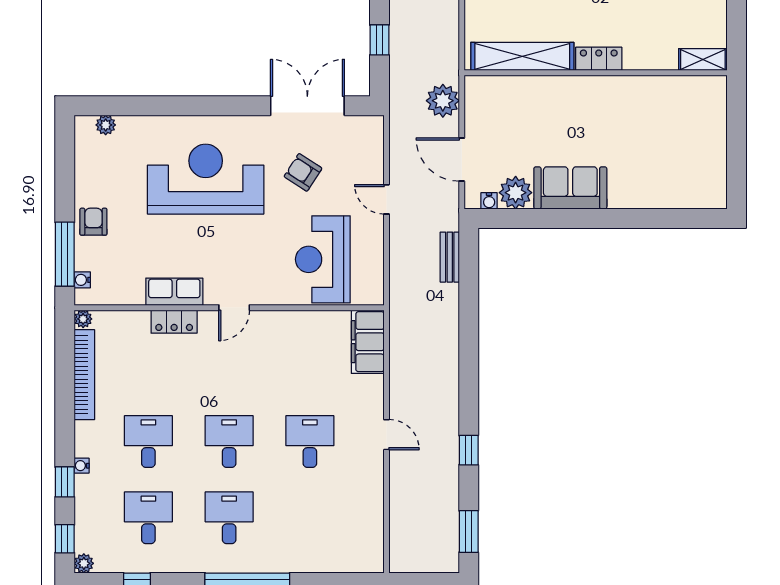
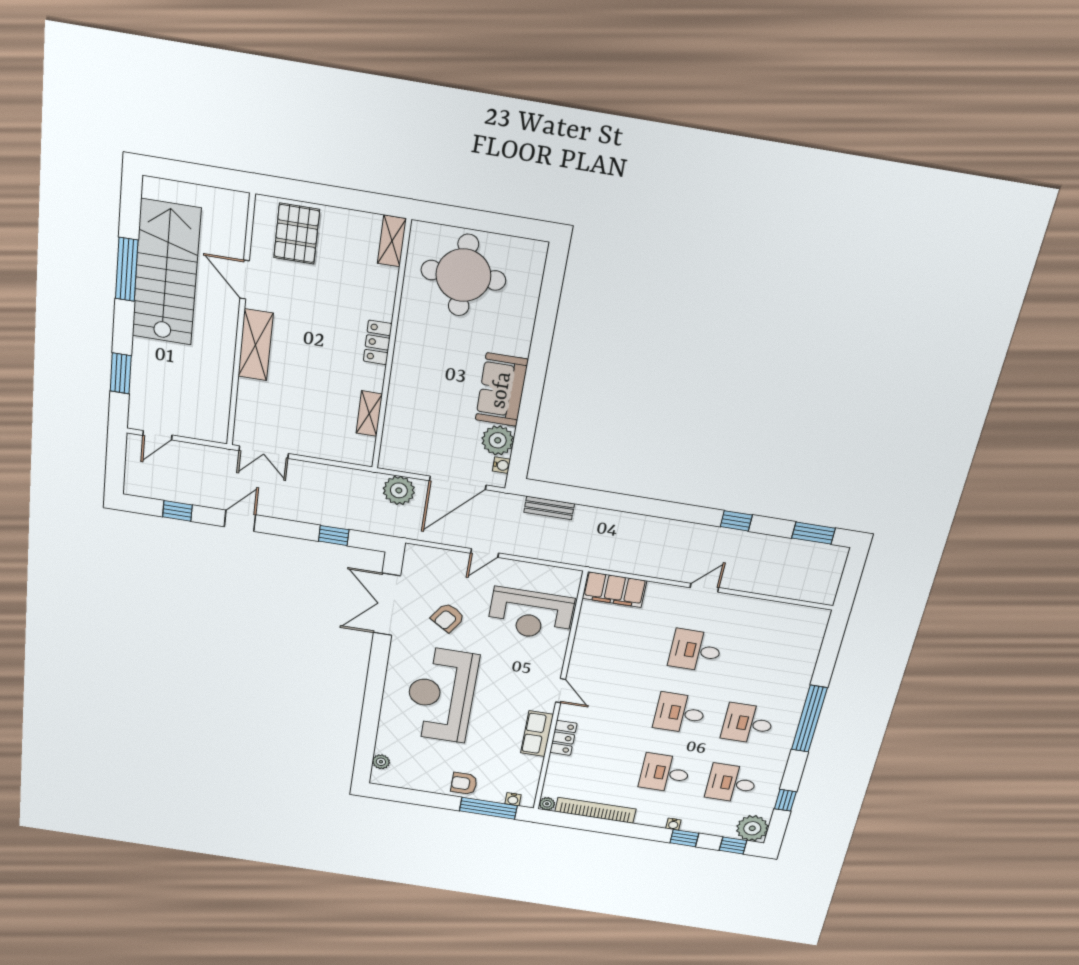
shelving: (522, 56) -> (369, 414), width x0.45, depth x0.75
round table: (681, 132) -> (463, 275), added
door: (462, 160) -> (458, 483), width x1.36
plant: (84, 563) -> (752, 828), width x1.87, depth x1.87

